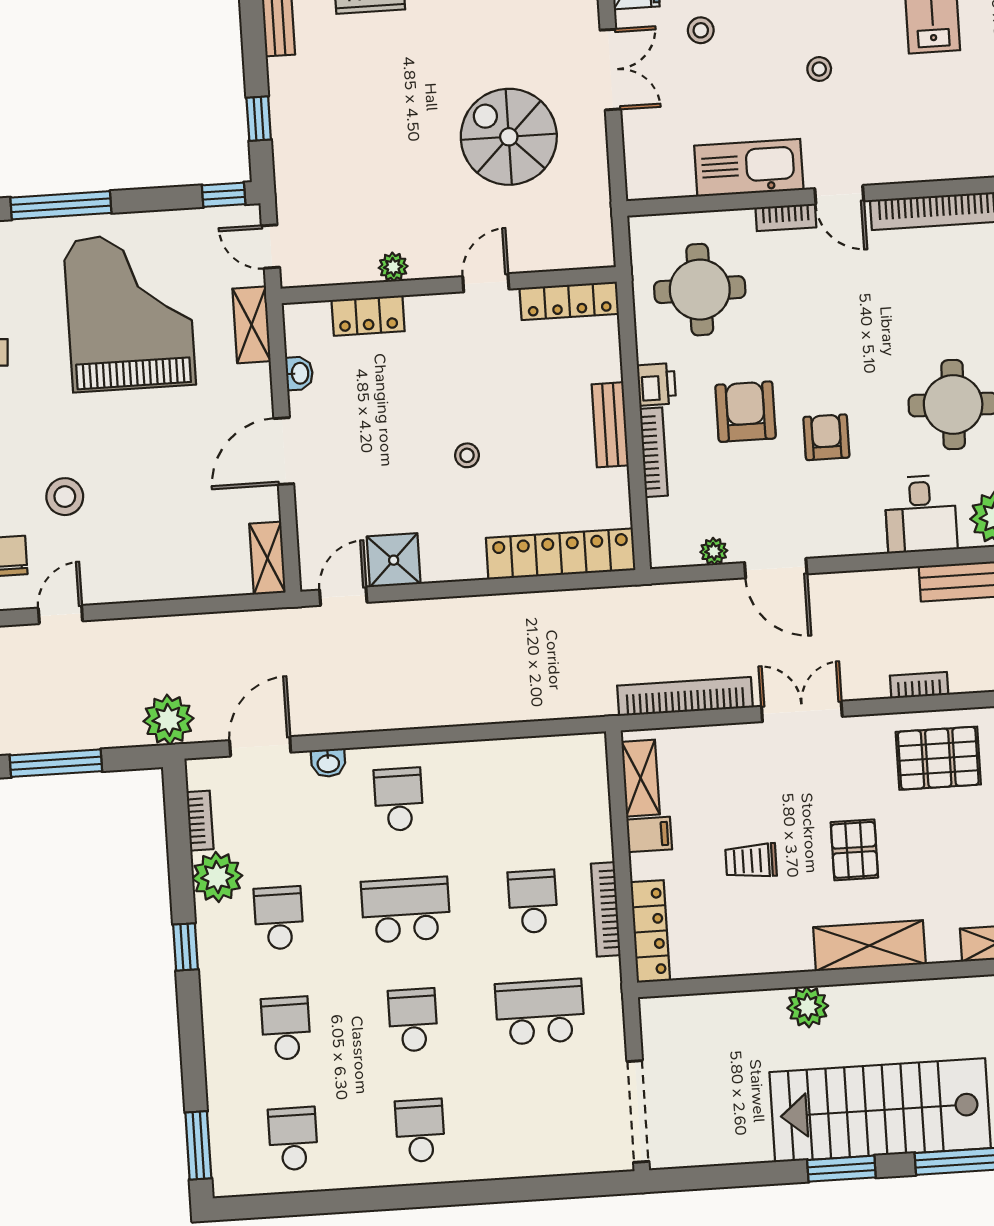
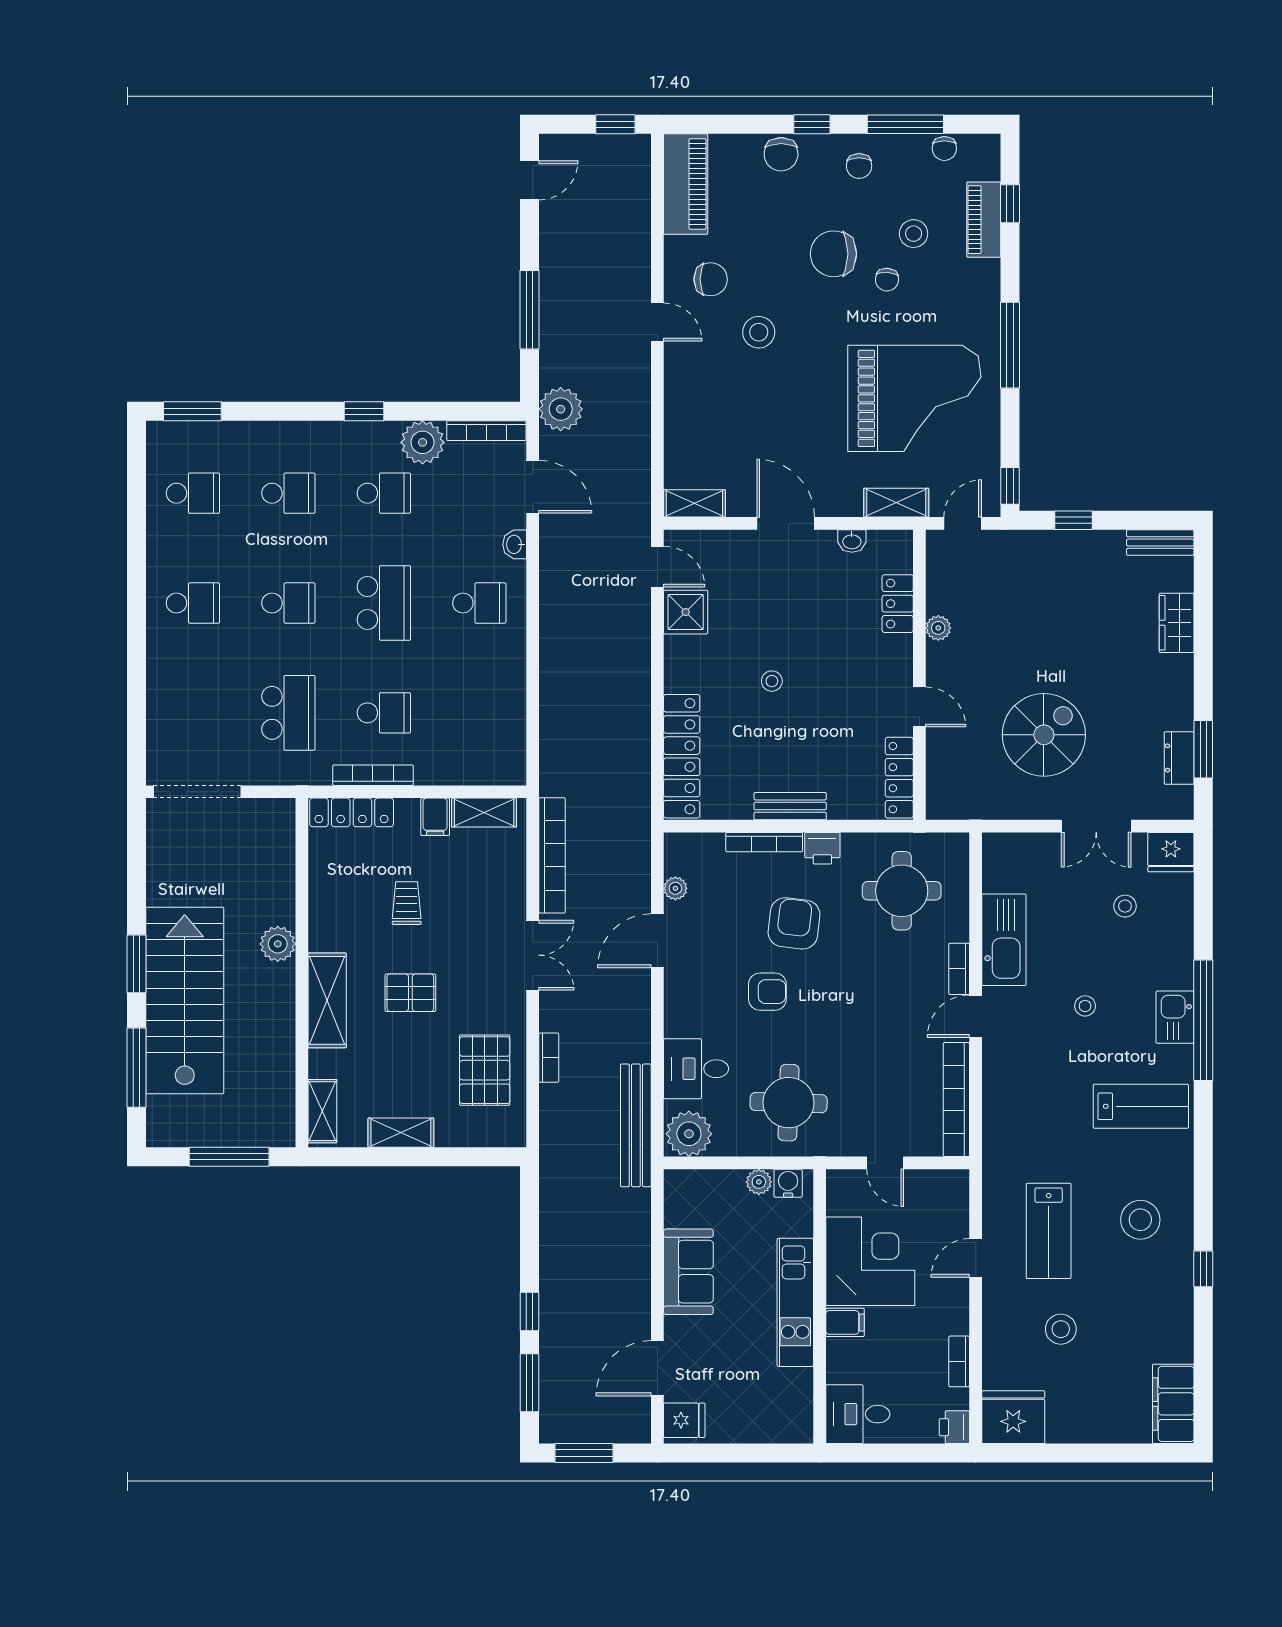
armchair: (746, 412) -> (794, 923), turned -83
bookcase: (200, 821) -> (486, 431), width x1.56

